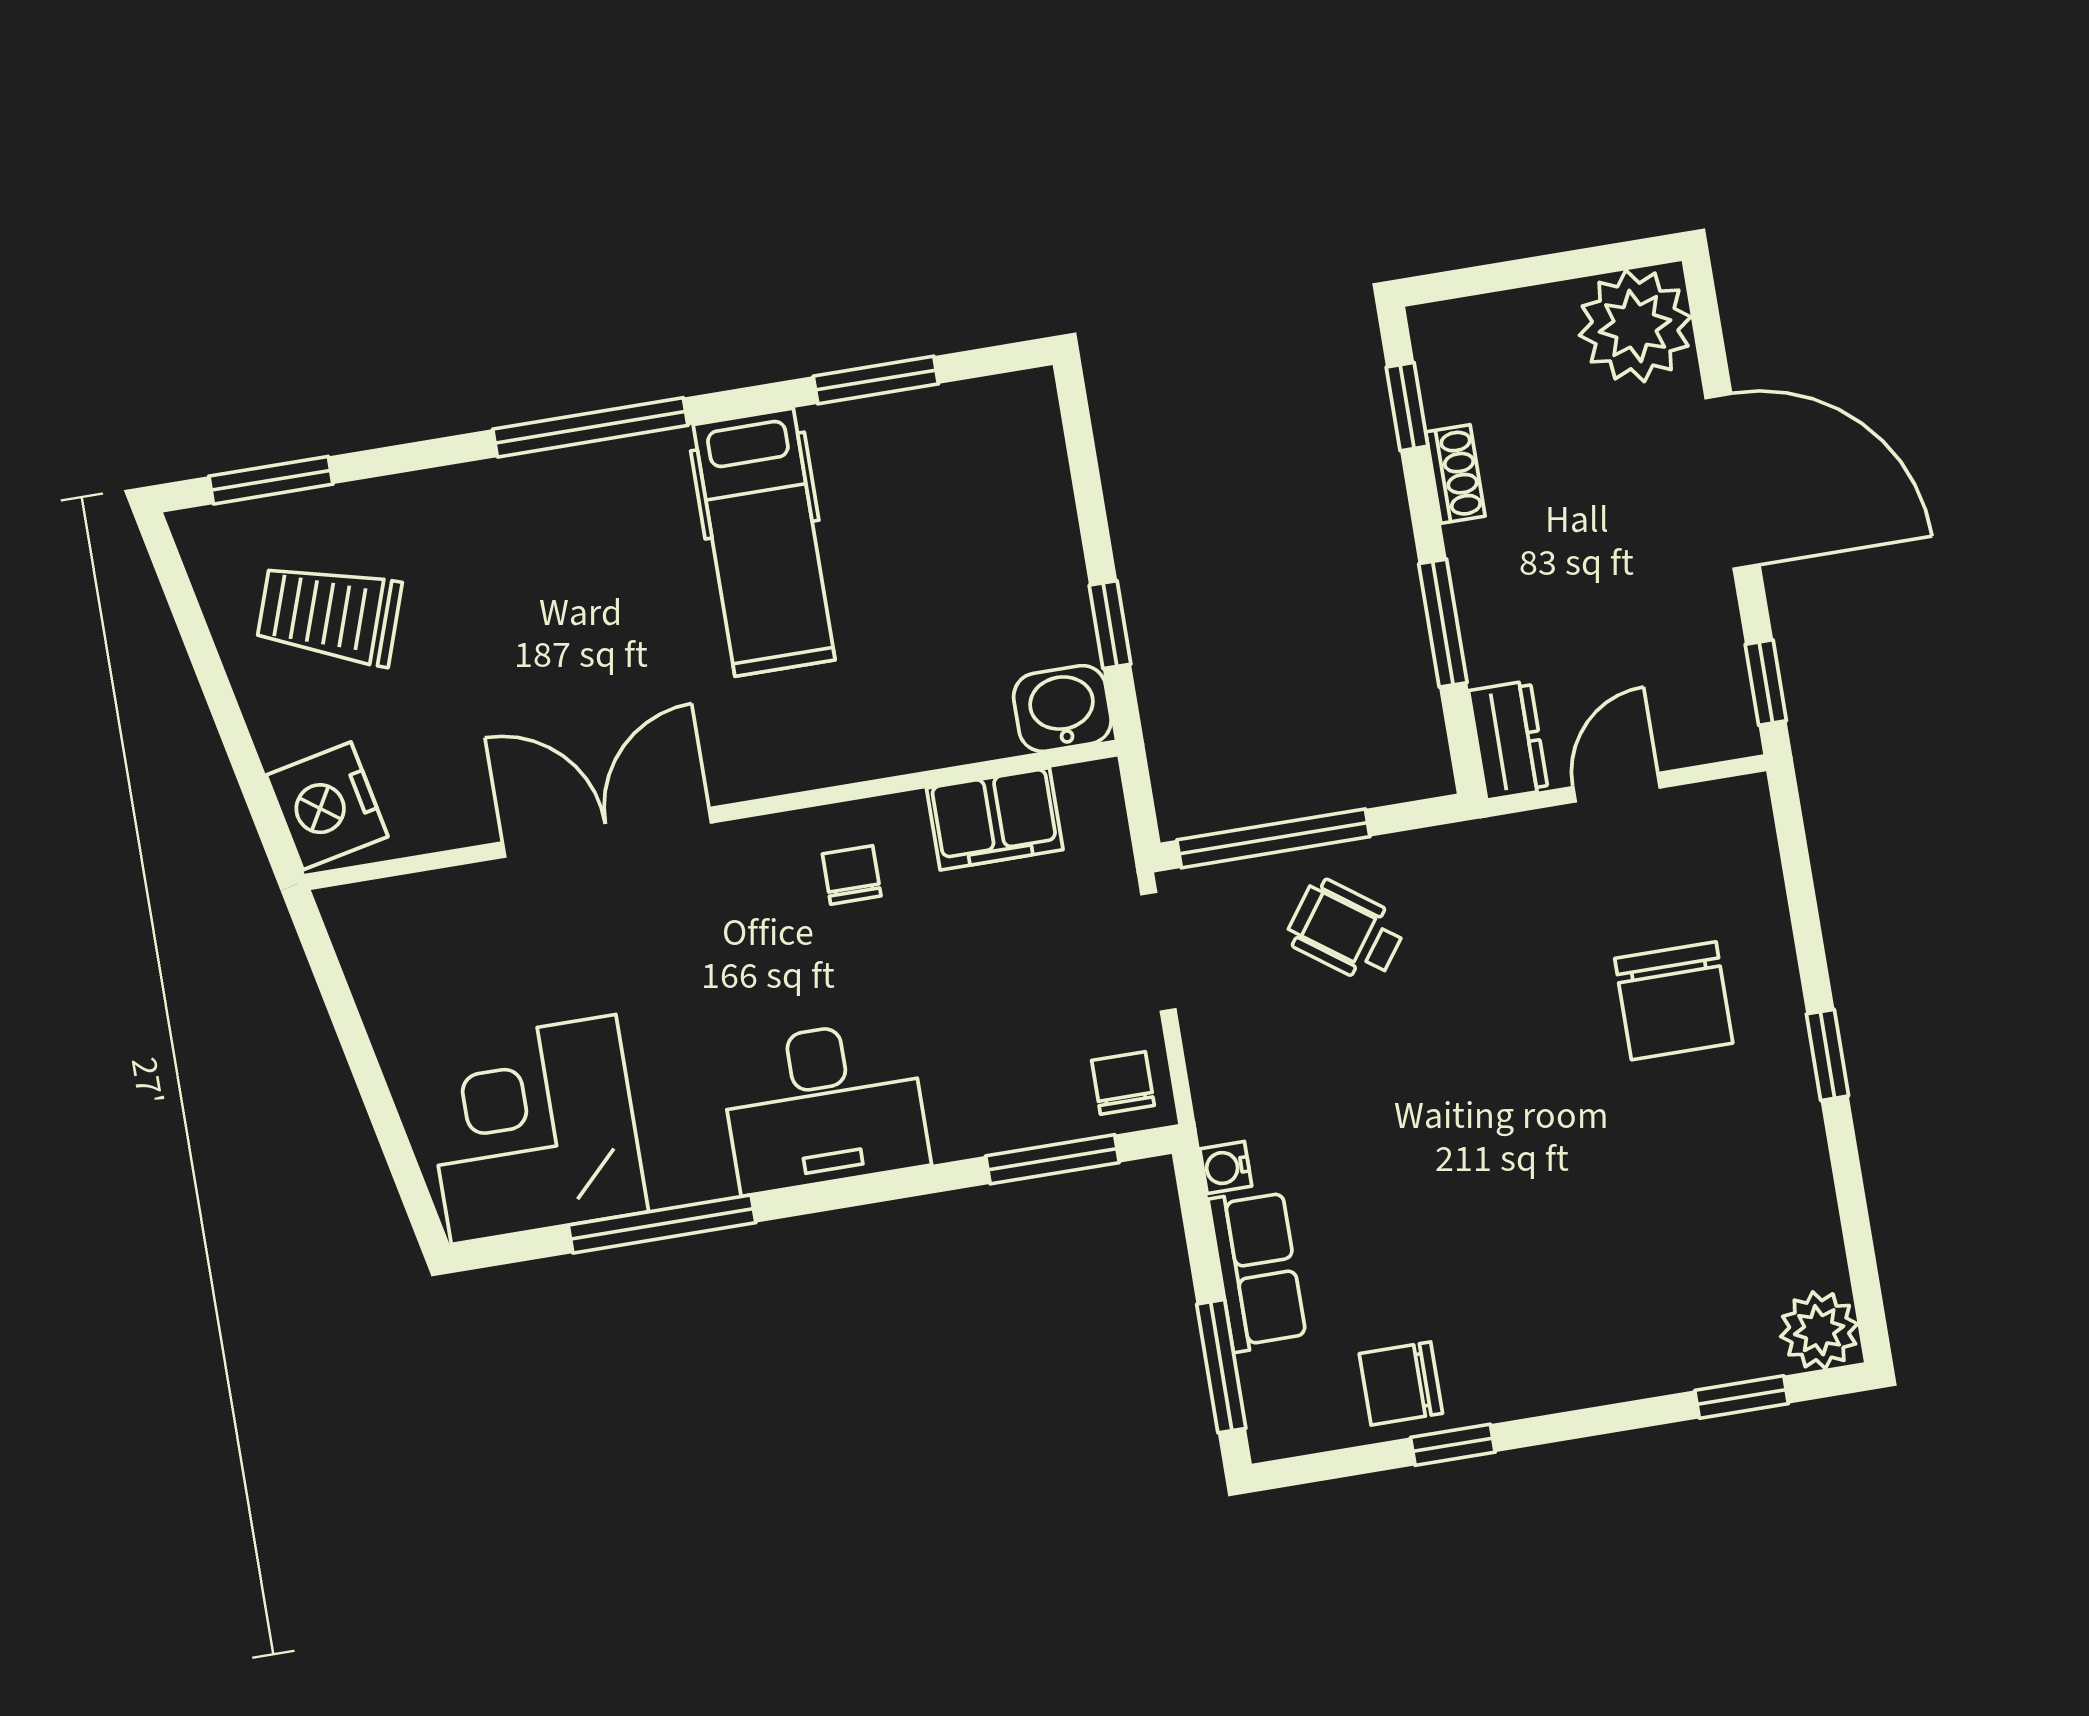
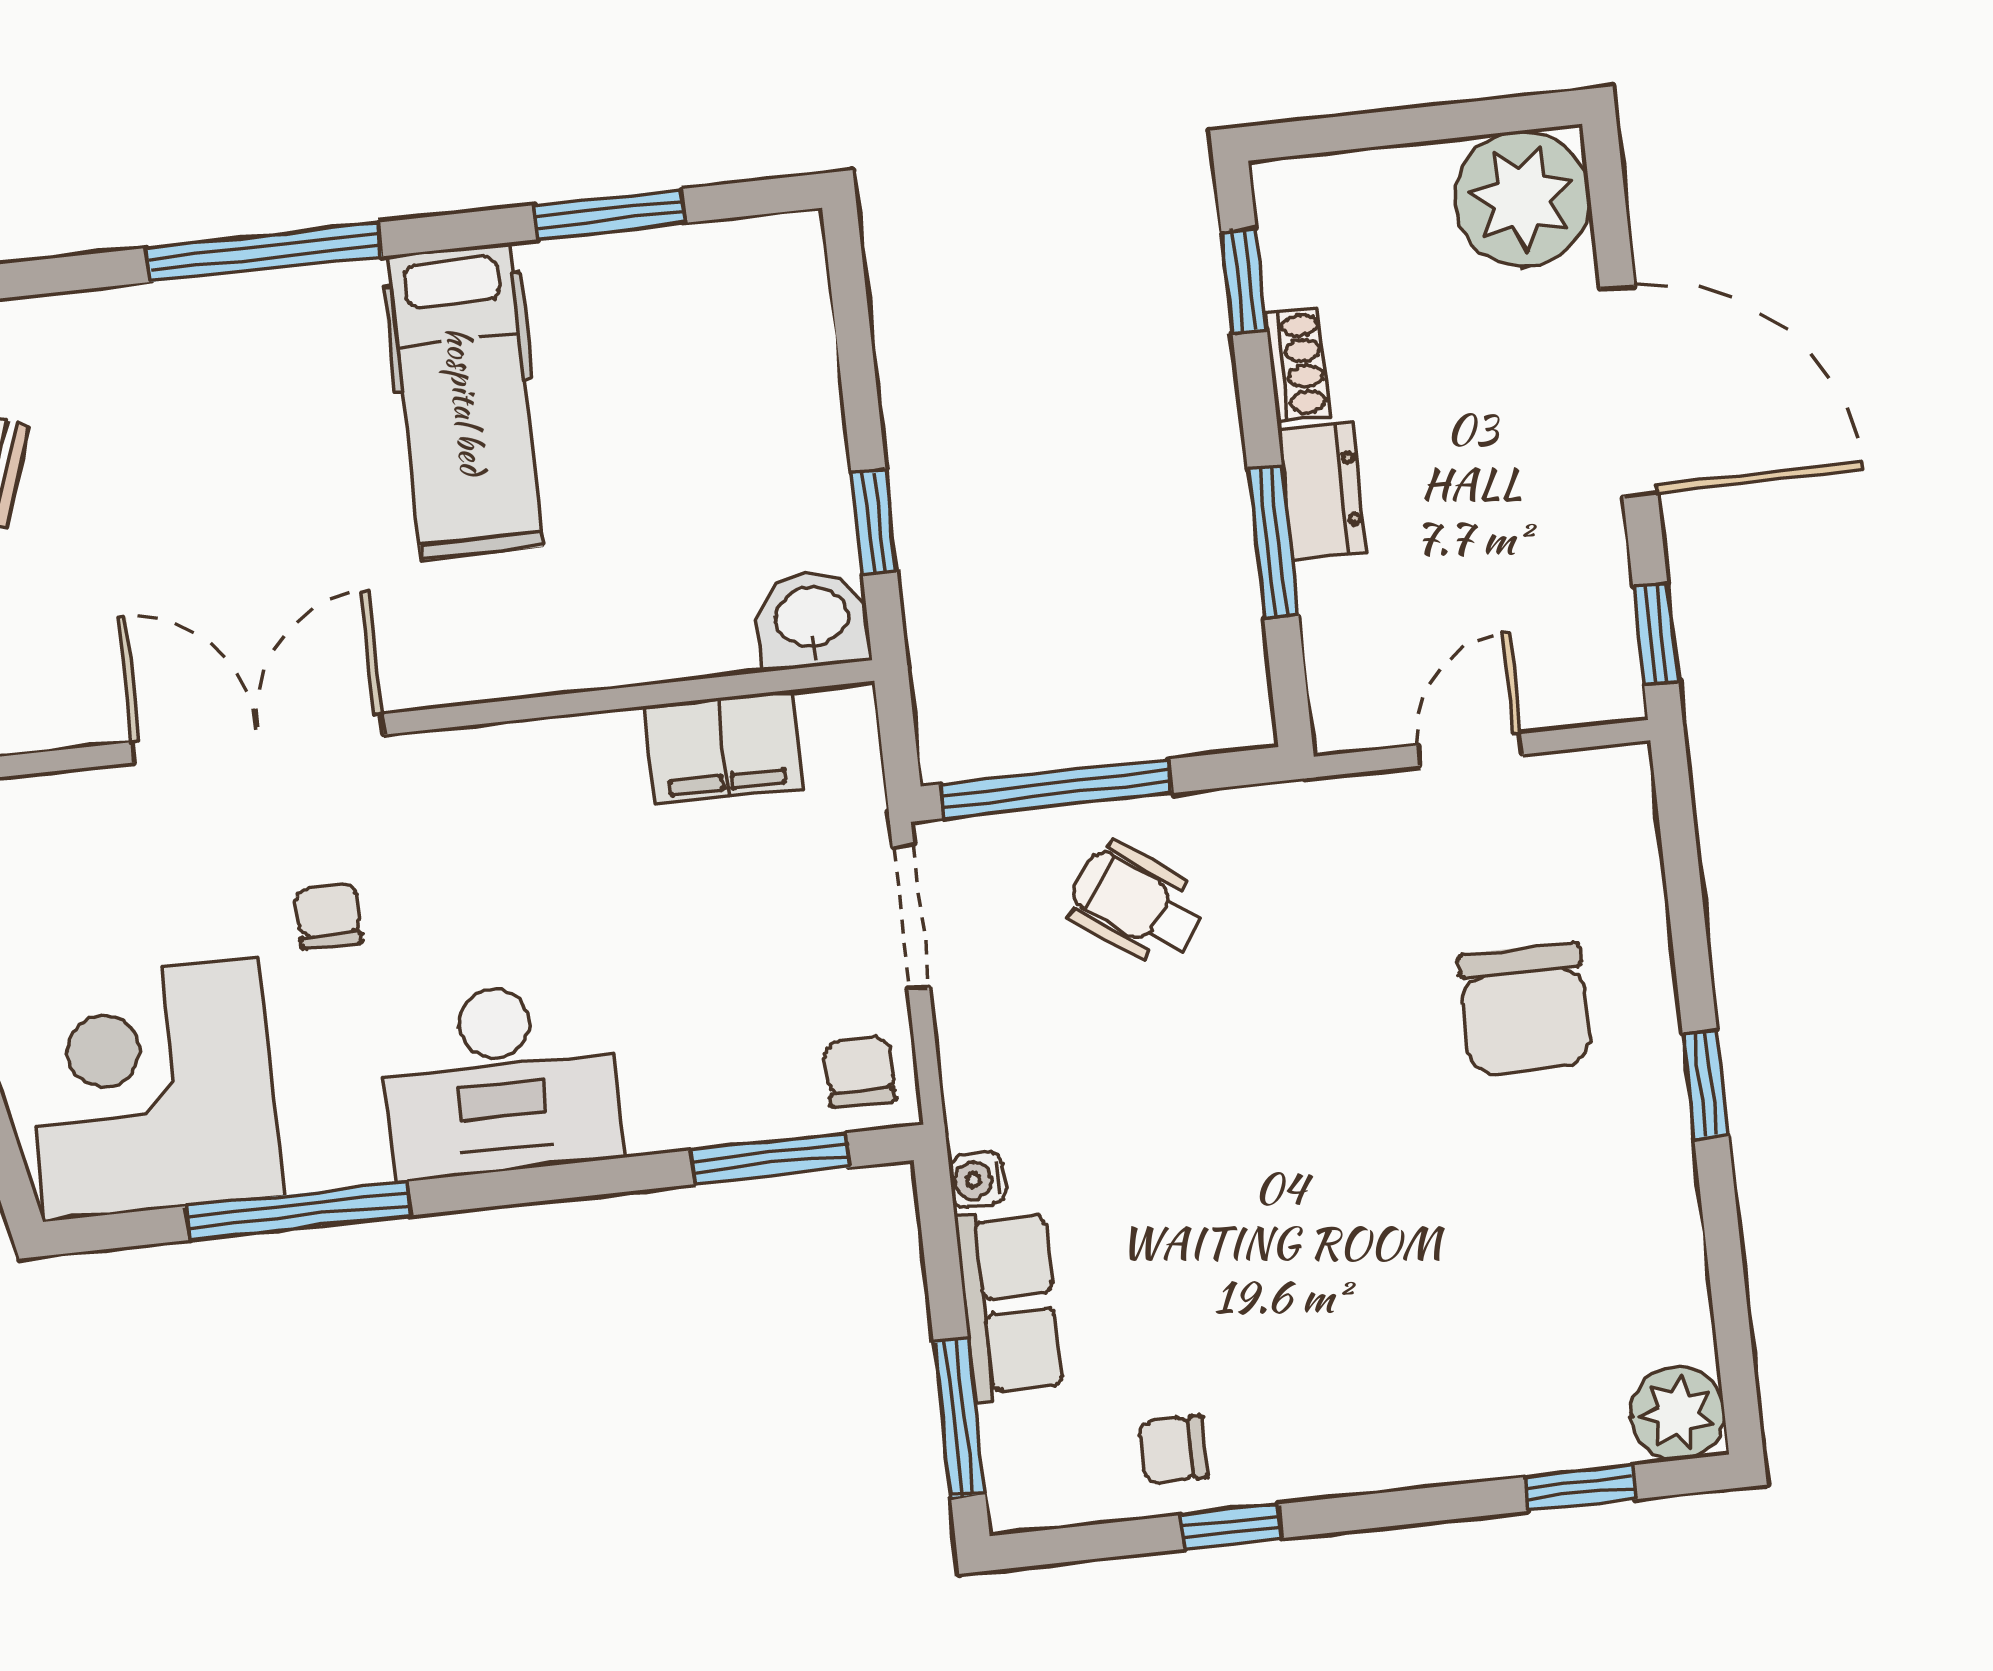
dresser: (1508, 740) -> (1322, 491), moved
chair: (852, 875) -> (329, 916), moved
chair: (1401, 1383) -> (1173, 1450), width x0.73, depth x0.73

